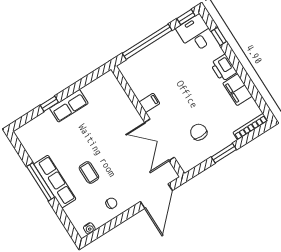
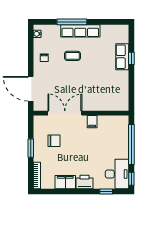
desk: (196, 34) -> (117, 174), width x1.37
row of seats: (69, 106) -> (122, 57), moved
window: (41, 182) -> (72, 22), moved

